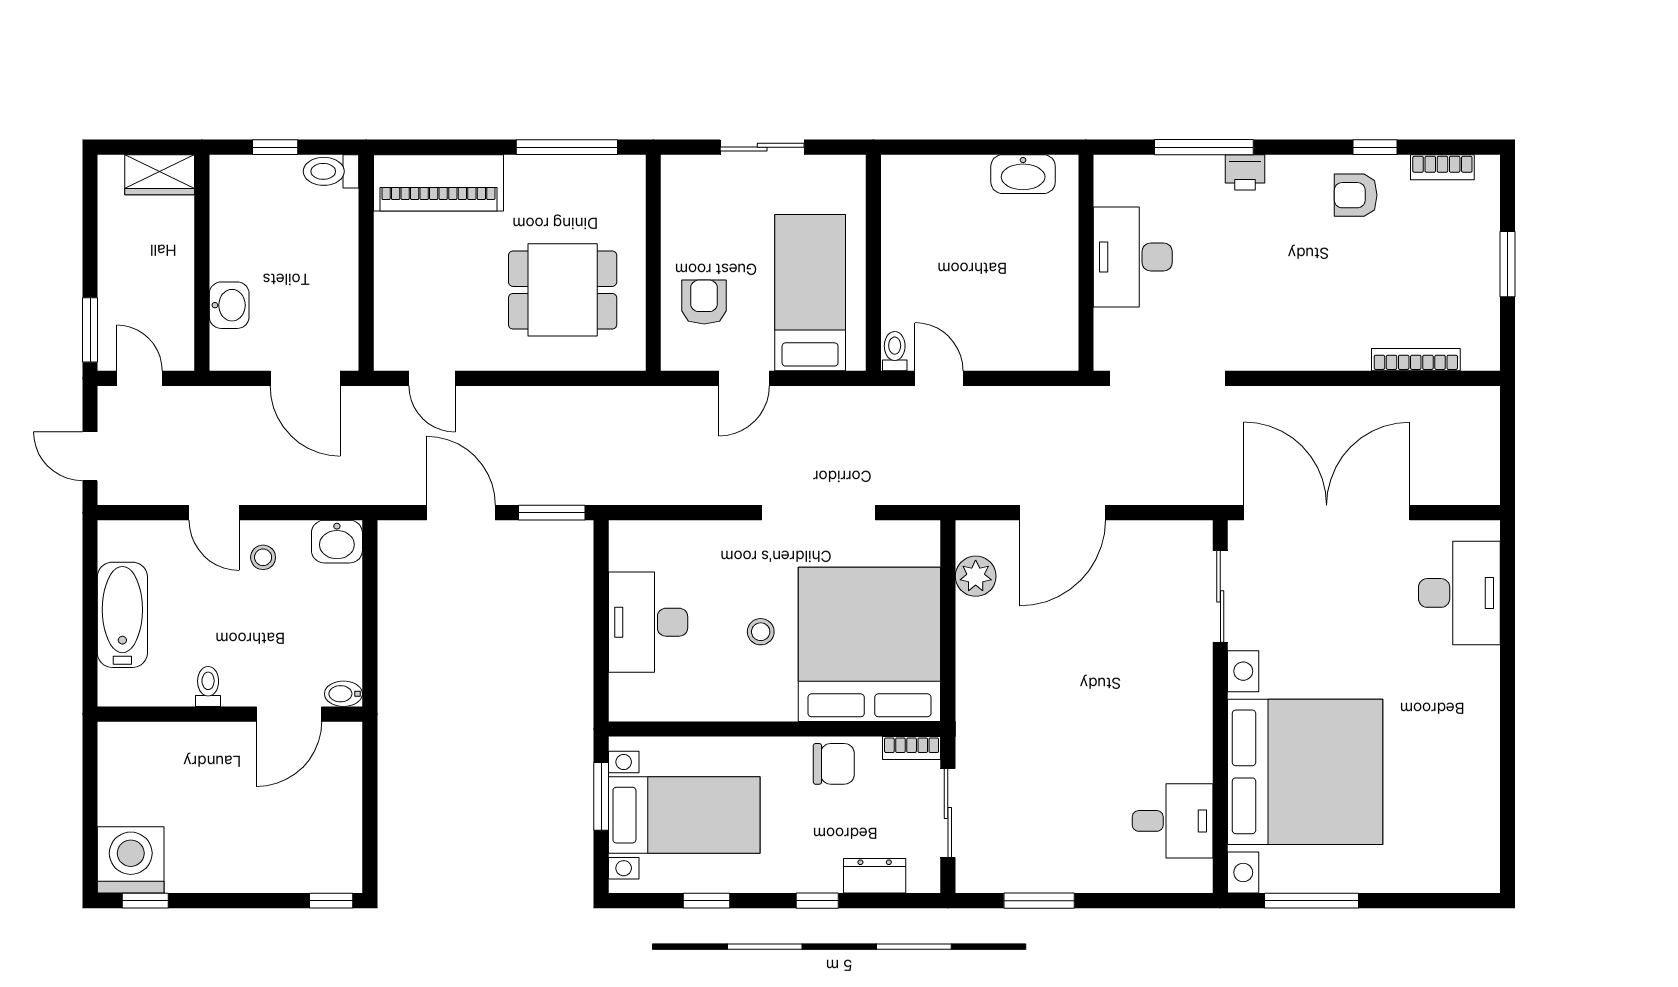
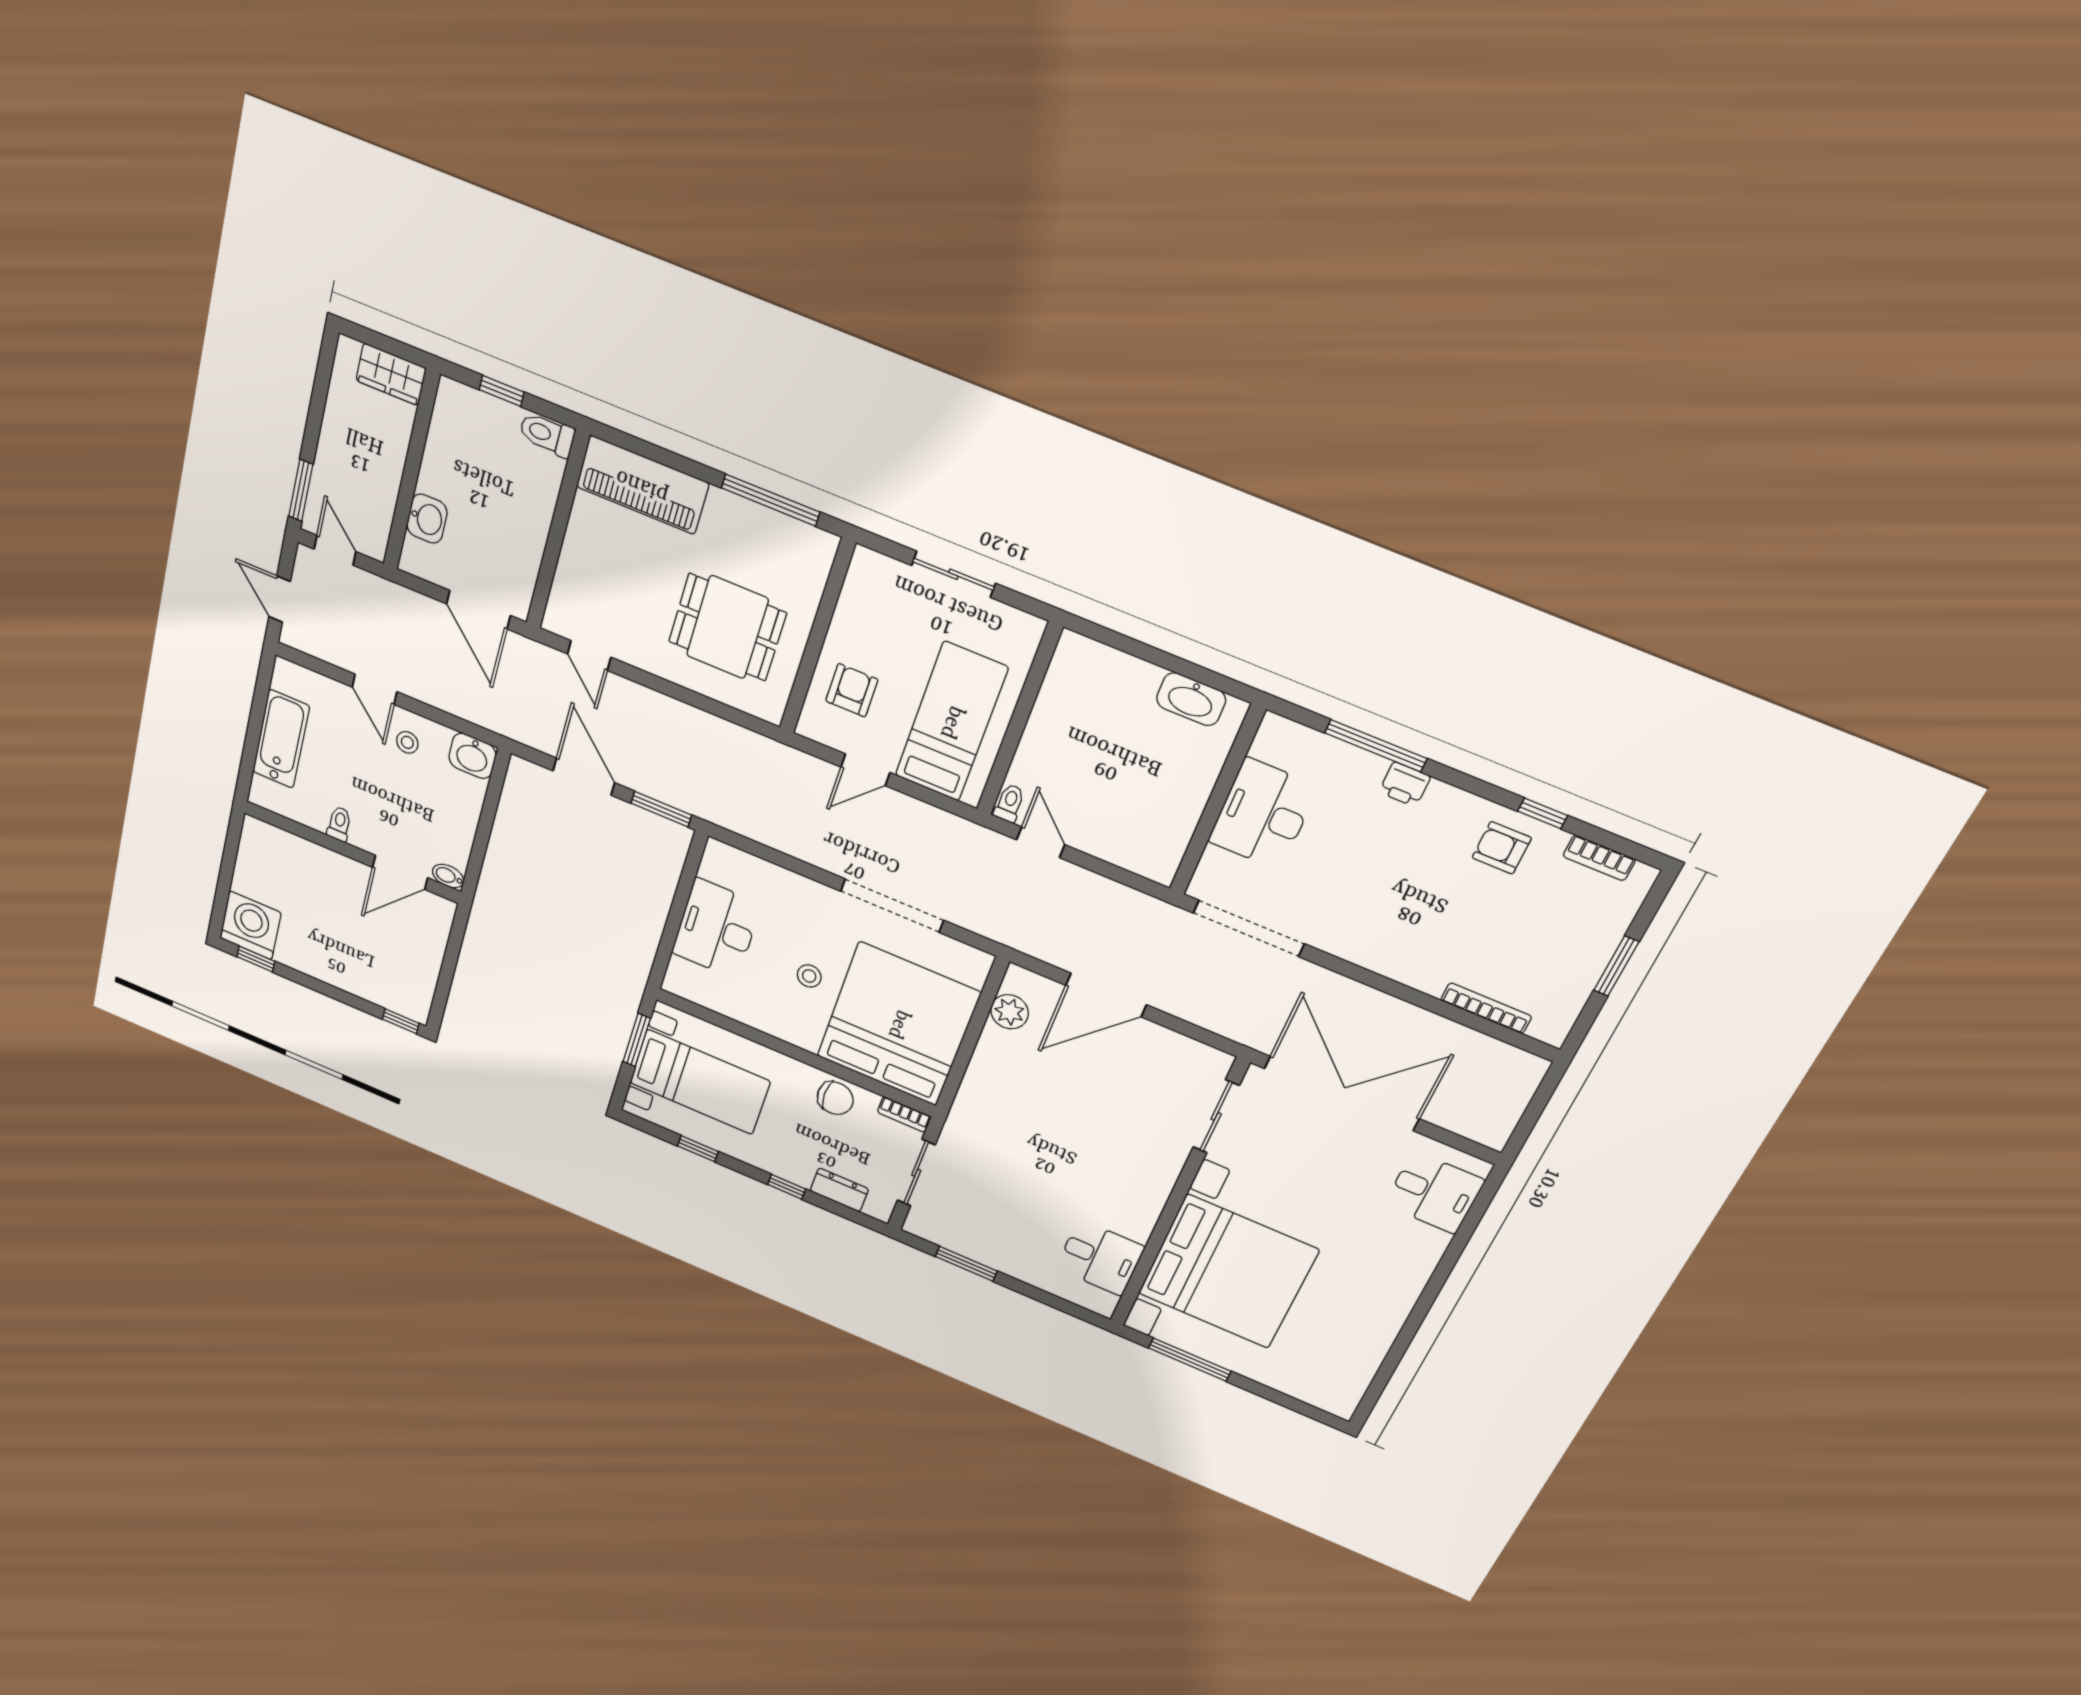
desk: (1459, 593) -> (1434, 1192), width x0.73

